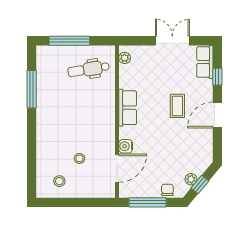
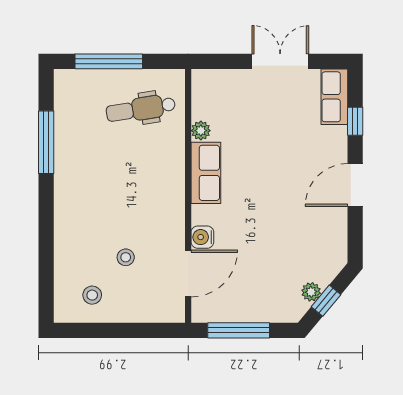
plant: (125, 58) -> (201, 131), moved
coffee table: (177, 106) -> (289, 170), removed
chair: (167, 190) -> (272, 310), removed

